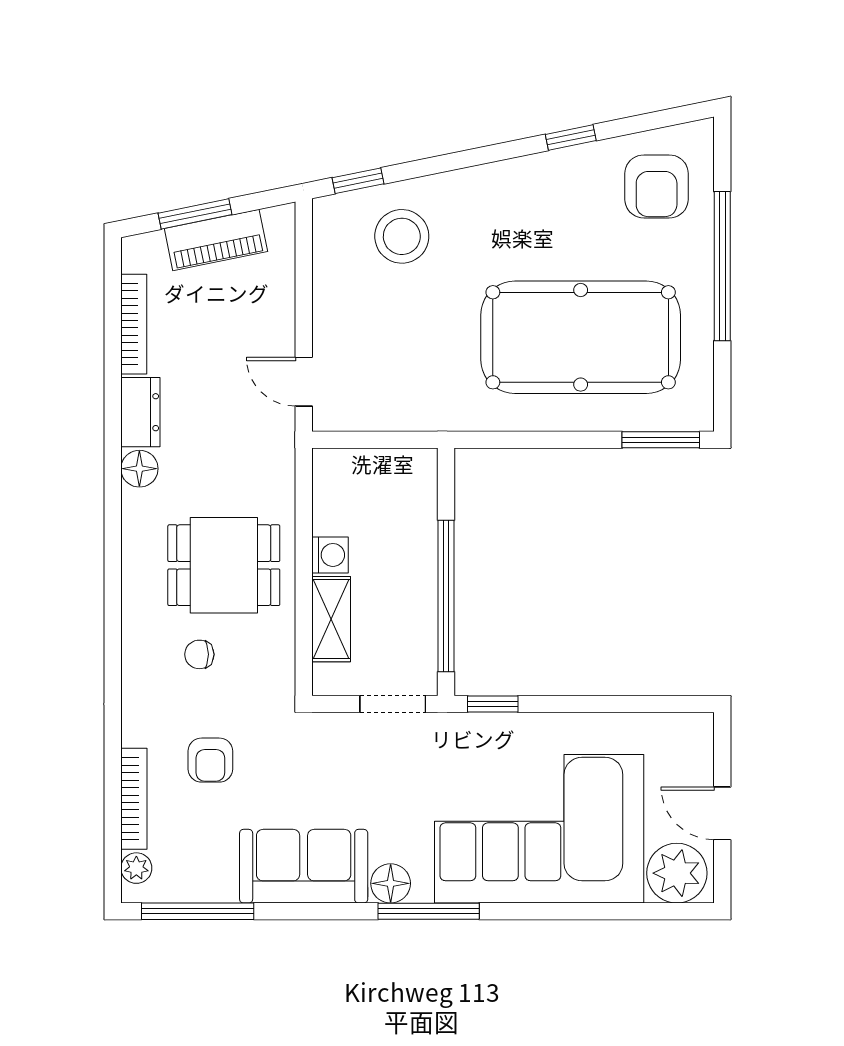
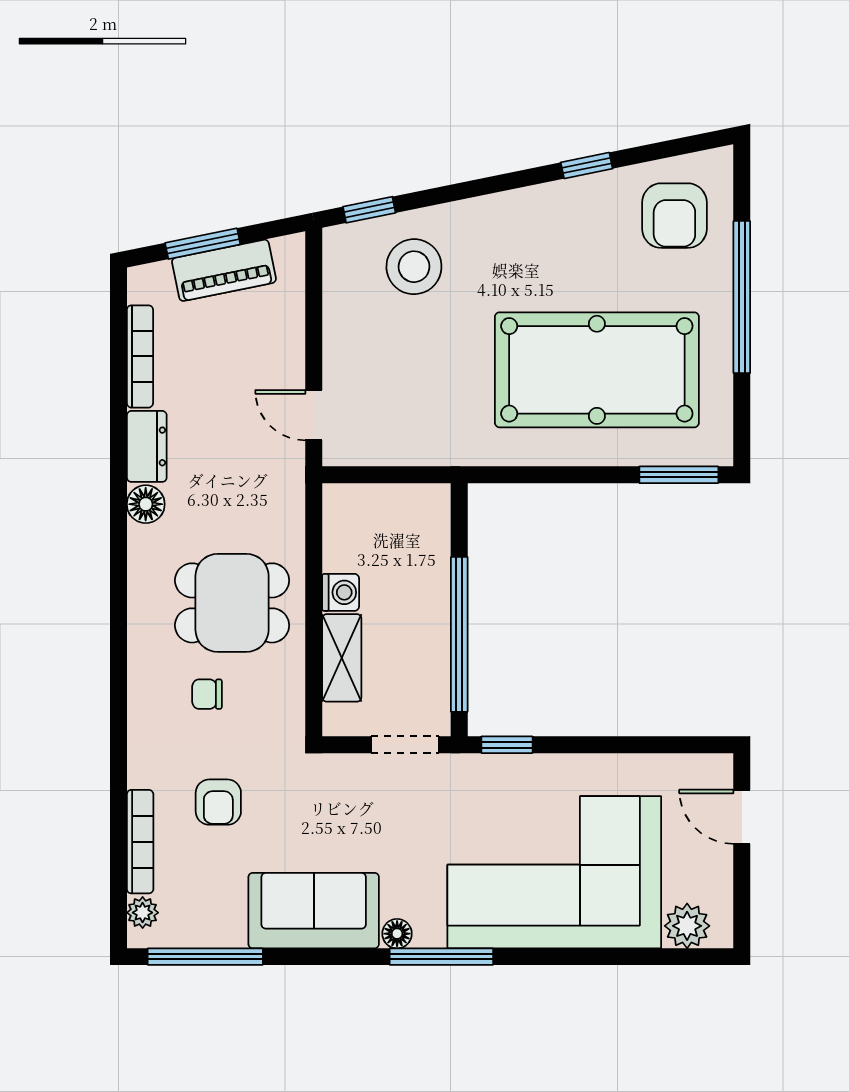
door: (722, 813) -> (742, 817), moved
plant: (677, 873) -> (687, 926), width x0.73, depth x0.73
floor lamp: (391, 883) -> (397, 934), width x0.73, depth x0.73

